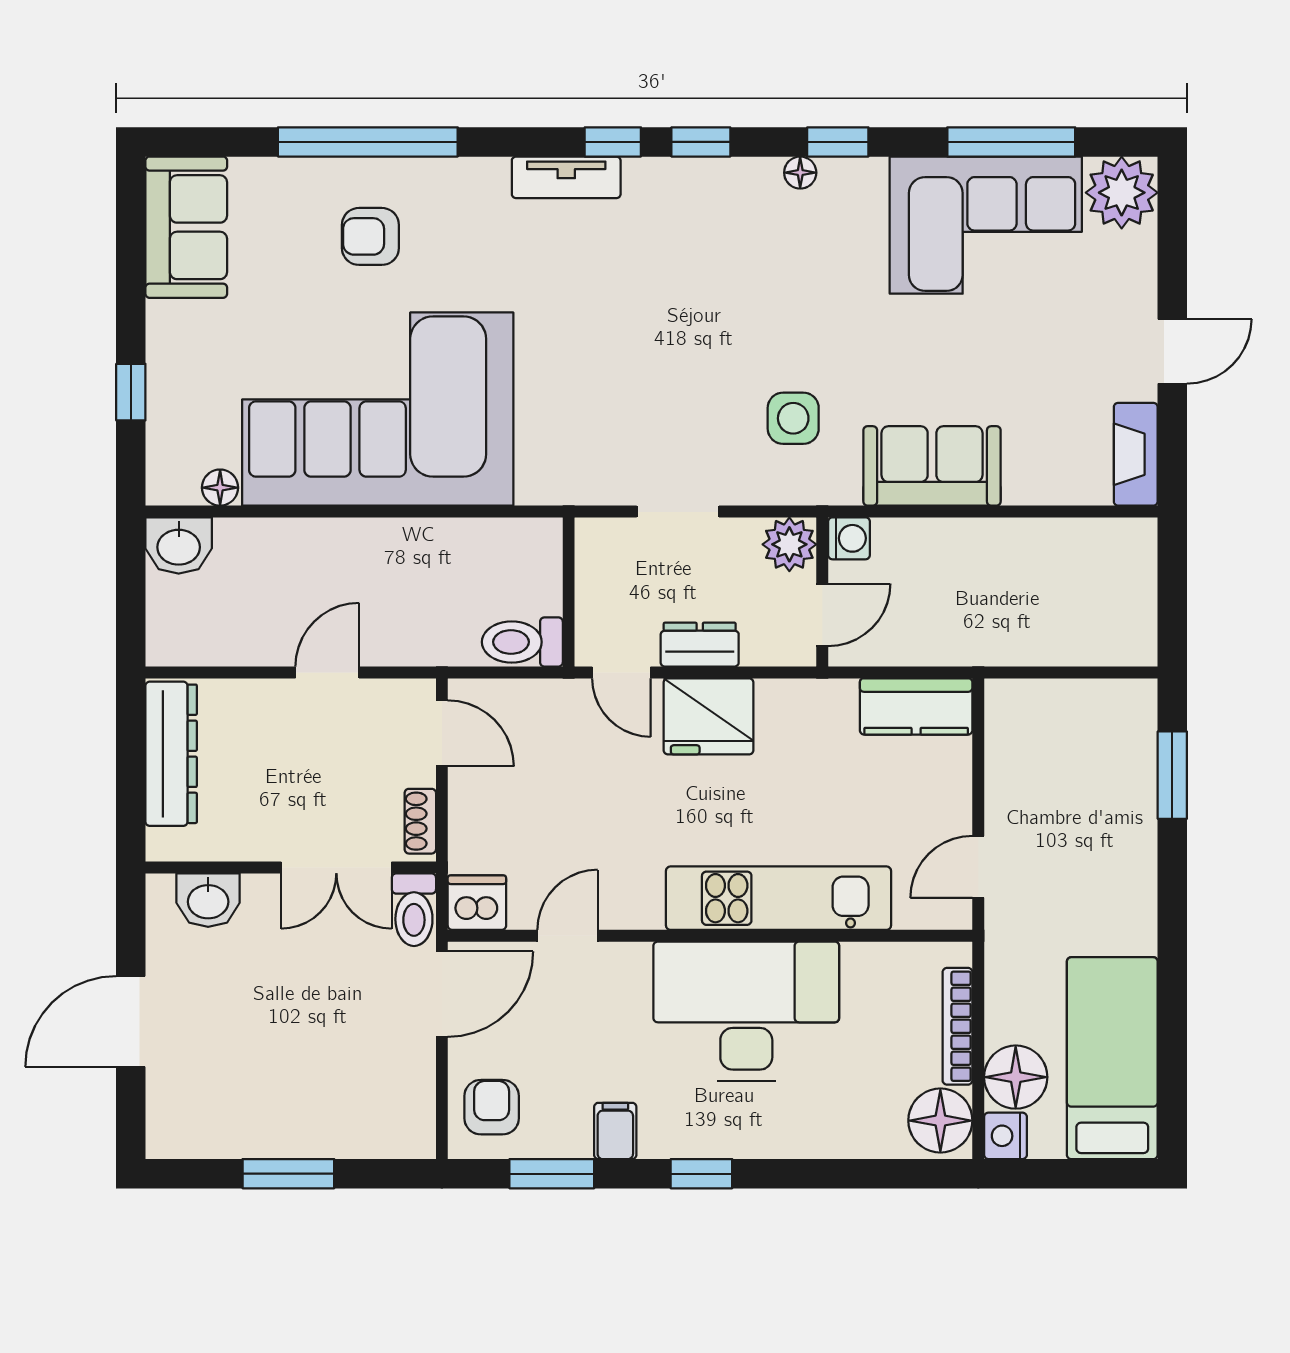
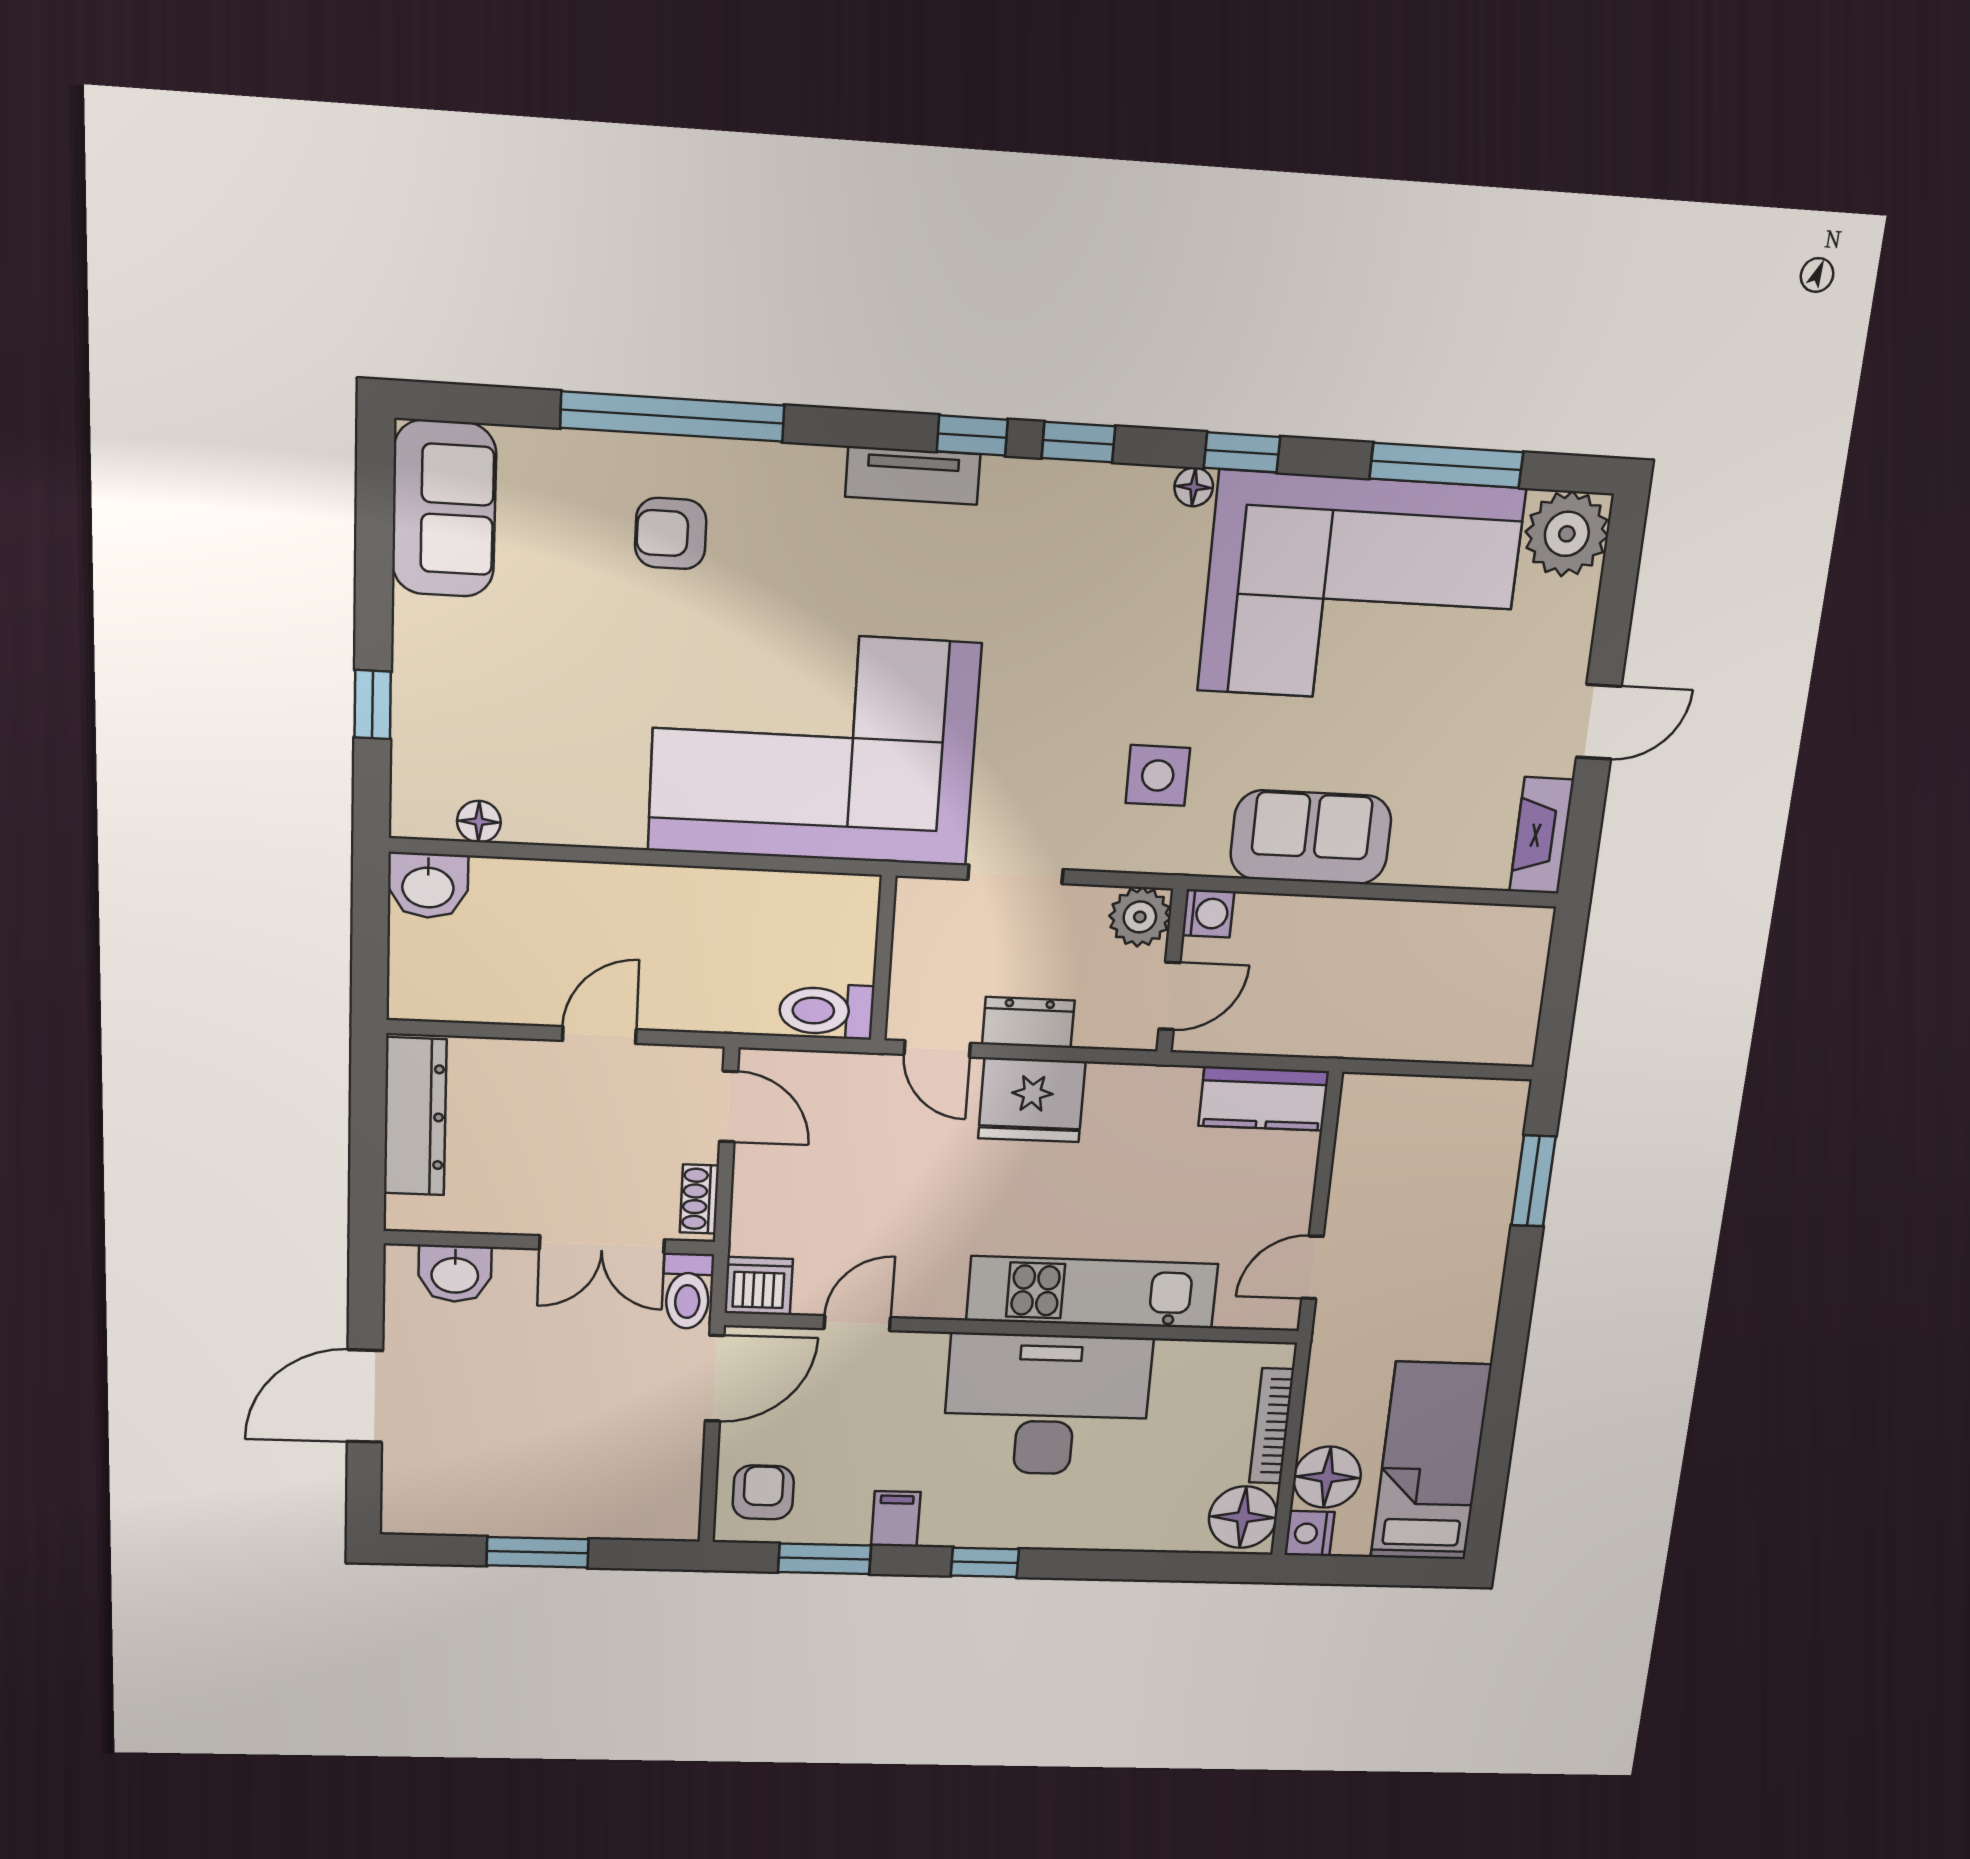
corner sofa: (986, 225) -> (1361, 590), width x1.36, depth x1.36
corner sofa: (378, 409) -> (814, 747), moved

